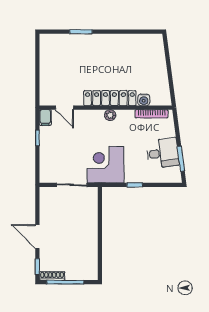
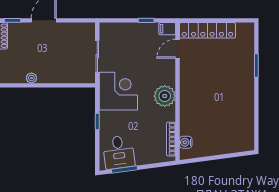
locker: (110, 98) -> (207, 30), moved, turned 90
water cooler: (144, 100) -> (186, 142), moved
plant: (110, 115) -> (165, 96), width x1.88, depth x1.88
desk: (163, 153) -> (119, 152), moved
plant: (93, 248) -> (31, 78), added

